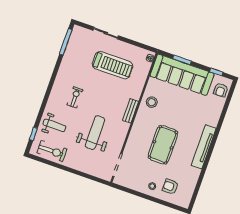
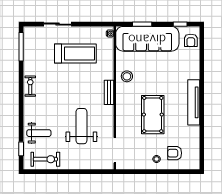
exercise bike: (75, 97) -> (30, 86), moved

